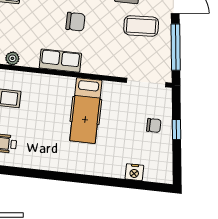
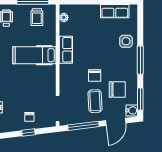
chair: (75, 22) -> (95, 76), moved
hospital bed: (86, 111) -> (34, 55), moved

